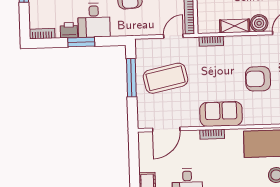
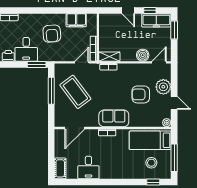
shelving: (235, 26) -> (109, 57), moved
window: (81, 42) -> (37, 64), moved
coffee table: (165, 78) -> (75, 92), turned 65

